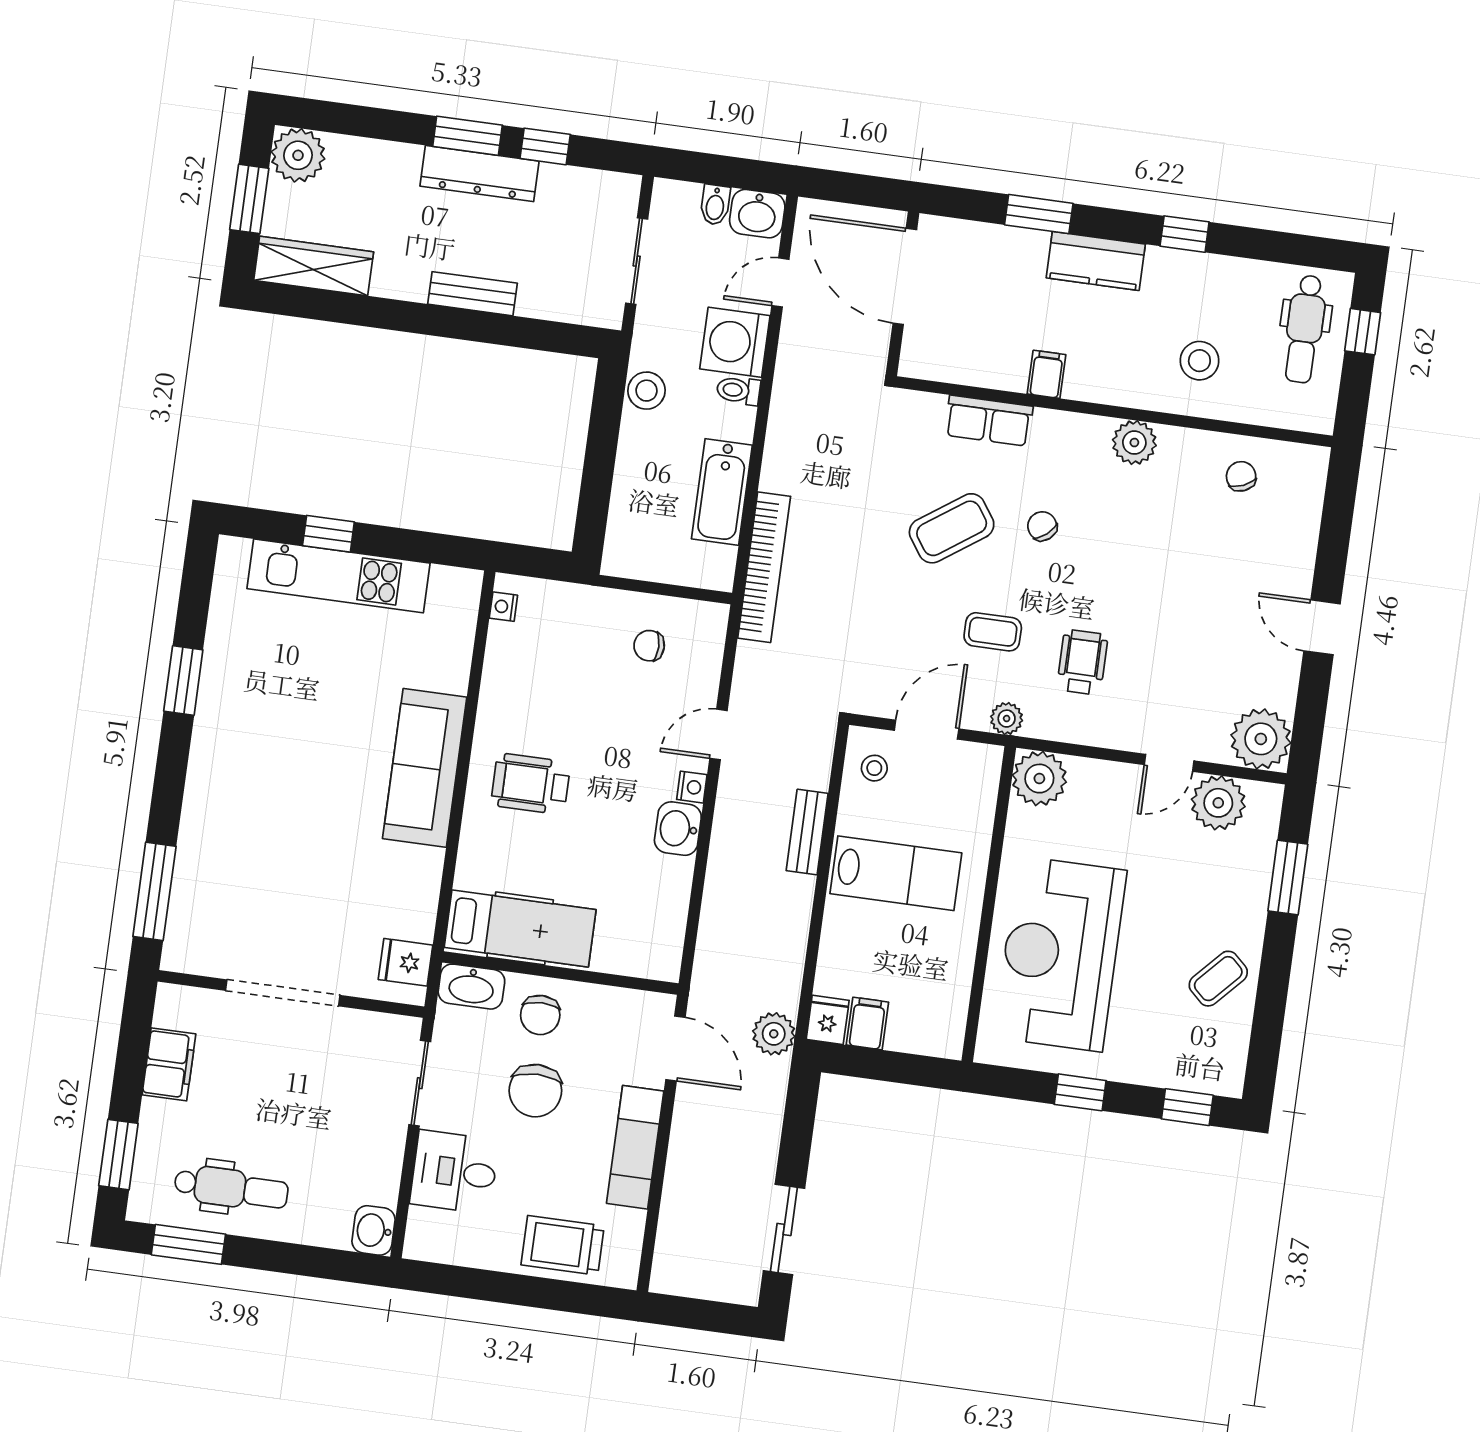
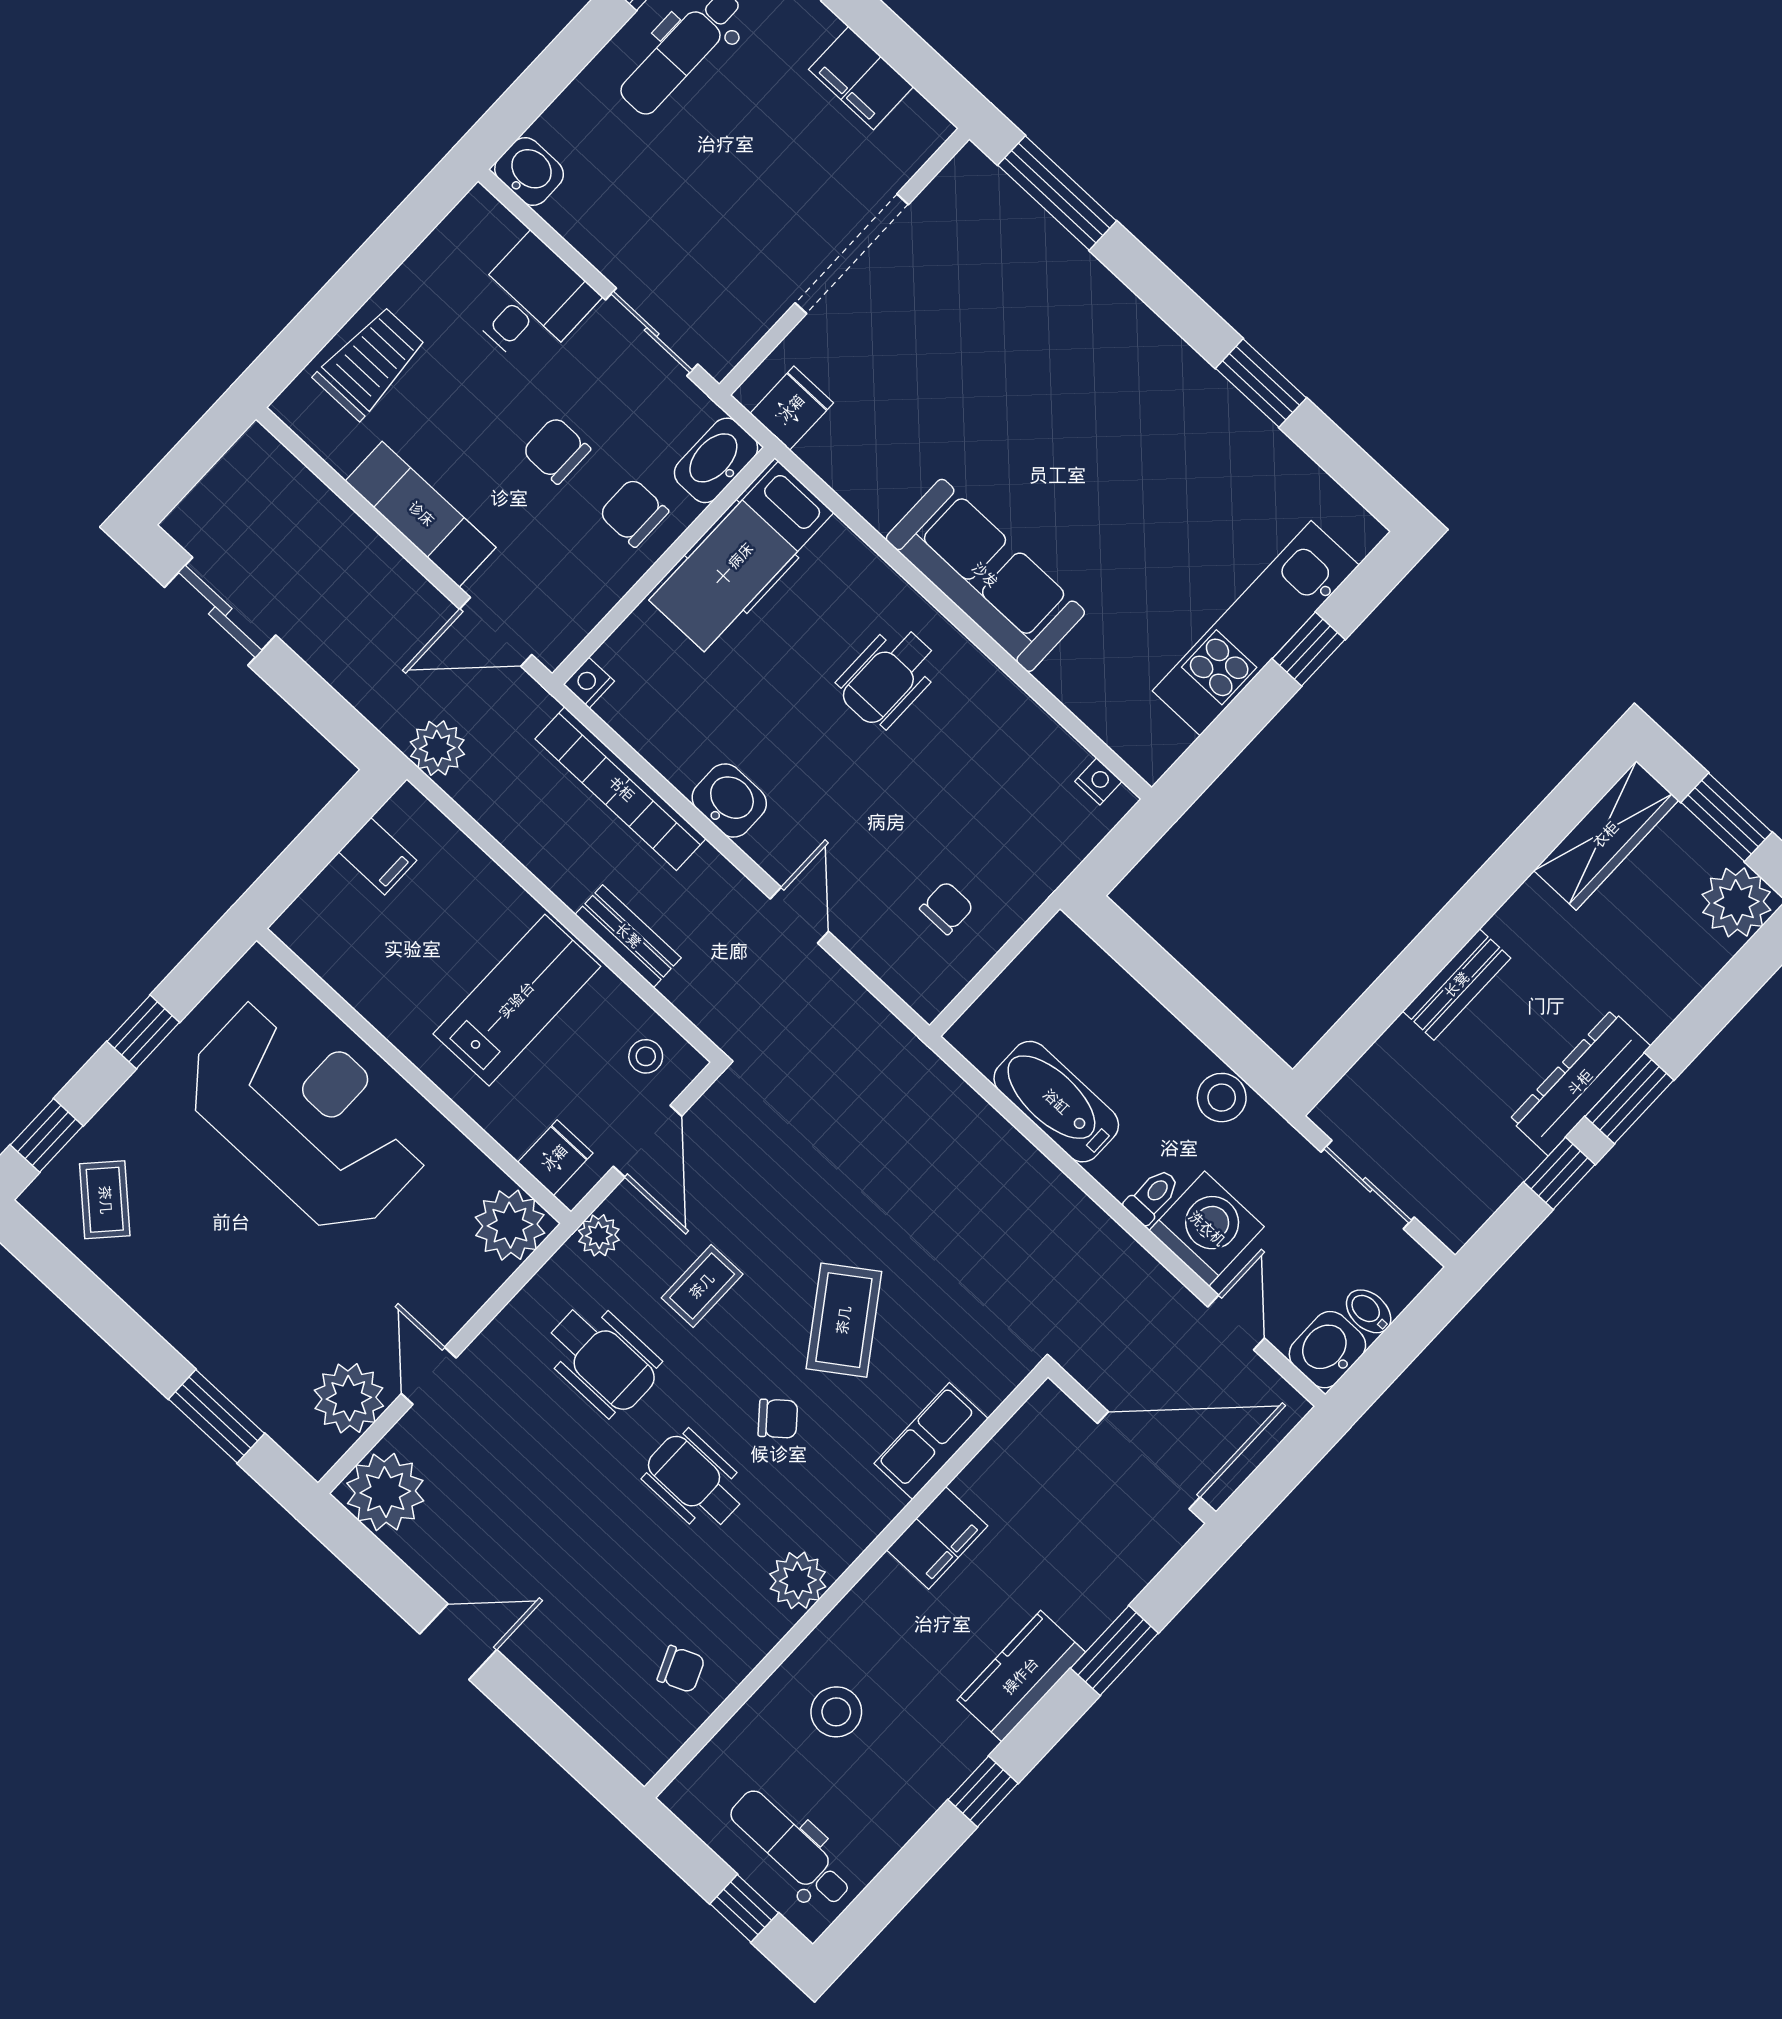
filing cabinet: (1047, 374) -> (937, 1538), width x2.00
wheelchair: (1118, 551) -> (695, 1481), added
bookcase: (764, 567) -> (621, 789), moved
wheelchair: (1082, 662) -> (602, 1359), width x1.36, depth x1.37
wheelchair: (531, 784) -> (888, 677), turned 180
nightstand: (692, 787) -> (589, 683), moved, turned 90
lab bench: (896, 873) -> (517, 1000), turned 180
coffee table: (1218, 979) -> (105, 1200), moved
fridge: (828, 1020) -> (555, 1158), moved, turned -90
chair: (535, 1091) -> (556, 450), width x0.73, depth x0.73

